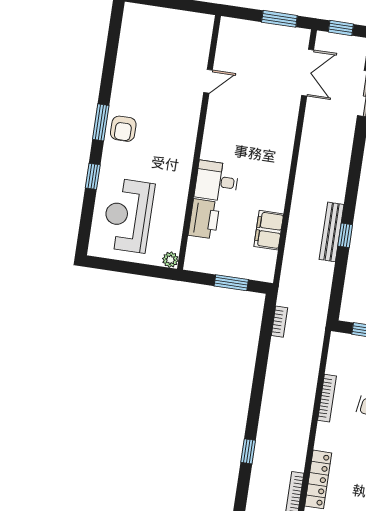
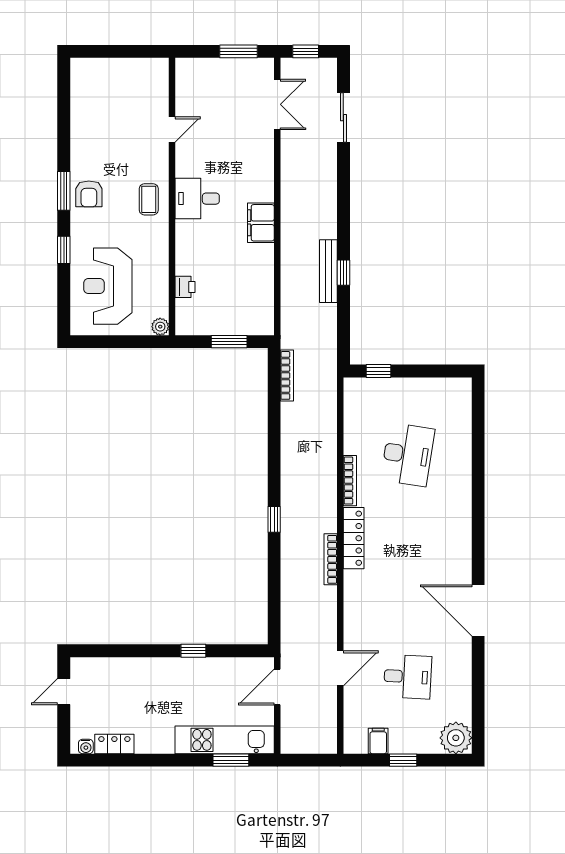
coffee table: (177, 142) -> (149, 199), added
desk: (217, 181) -> (197, 199), moved
printer: (204, 219) -> (185, 287), width x0.53, depth x0.68
filing cabinet: (269, 230) -> (261, 223), moved
bookcase: (279, 322) -> (287, 375), width x1.56
bookcase: (327, 398) -> (350, 481), moved

